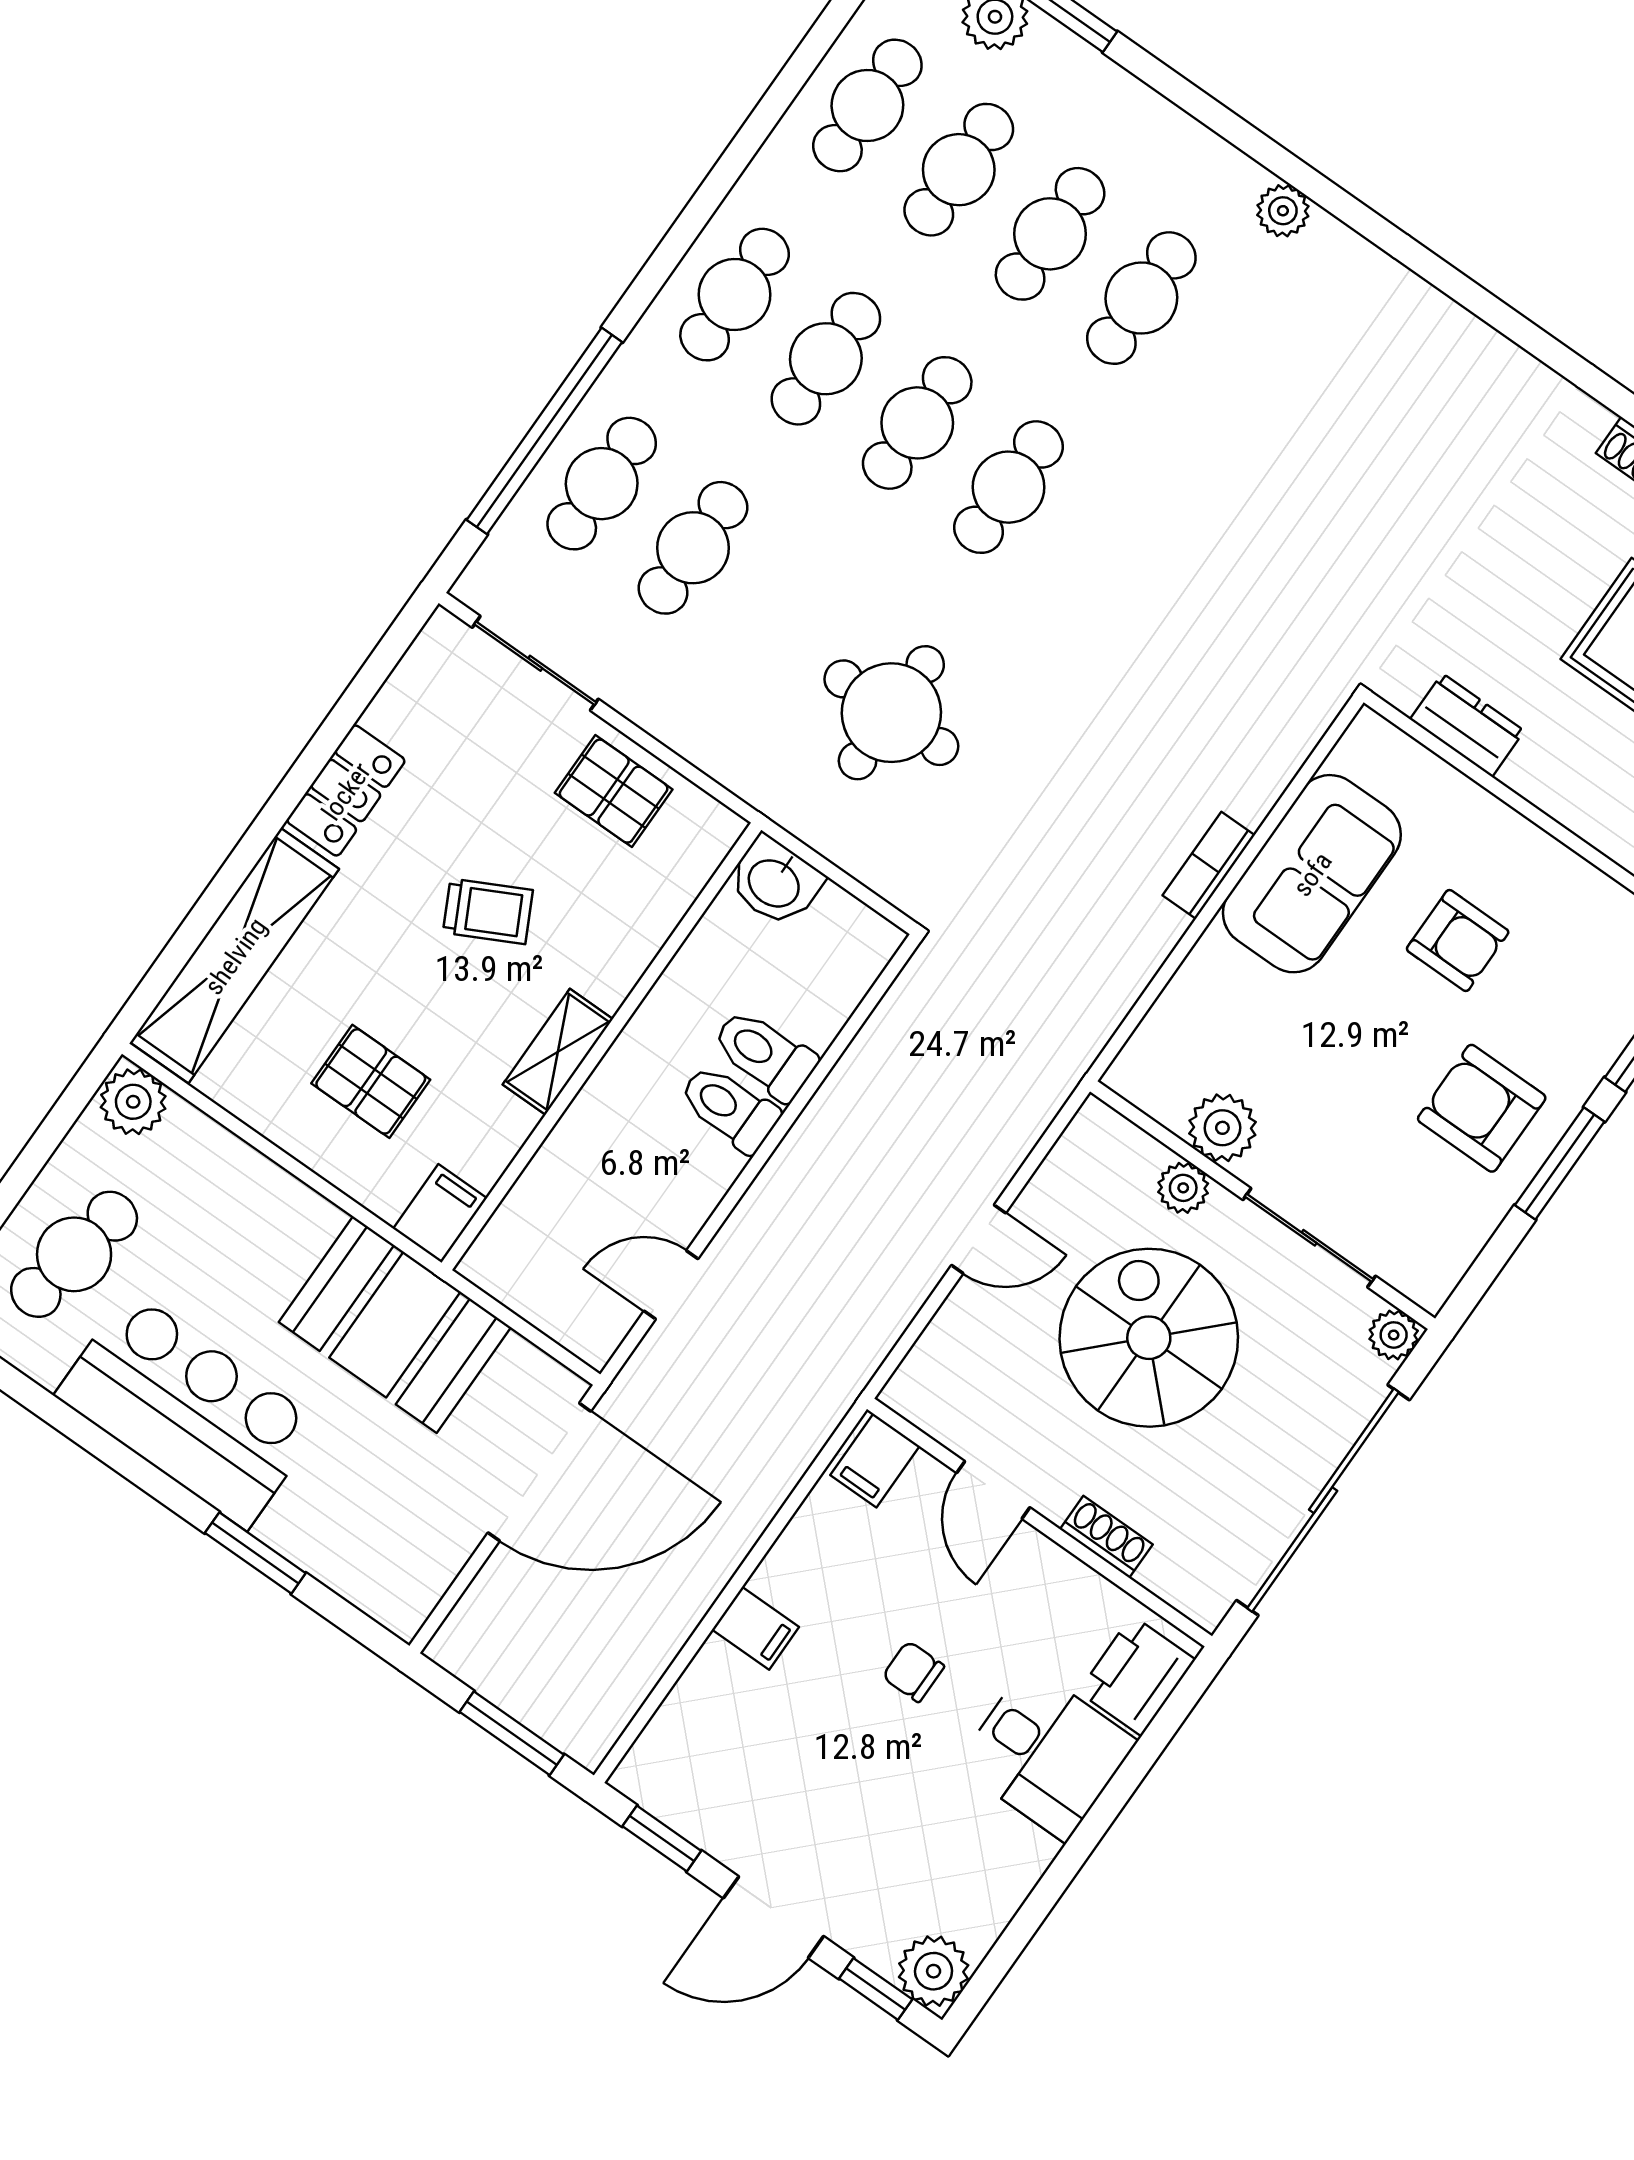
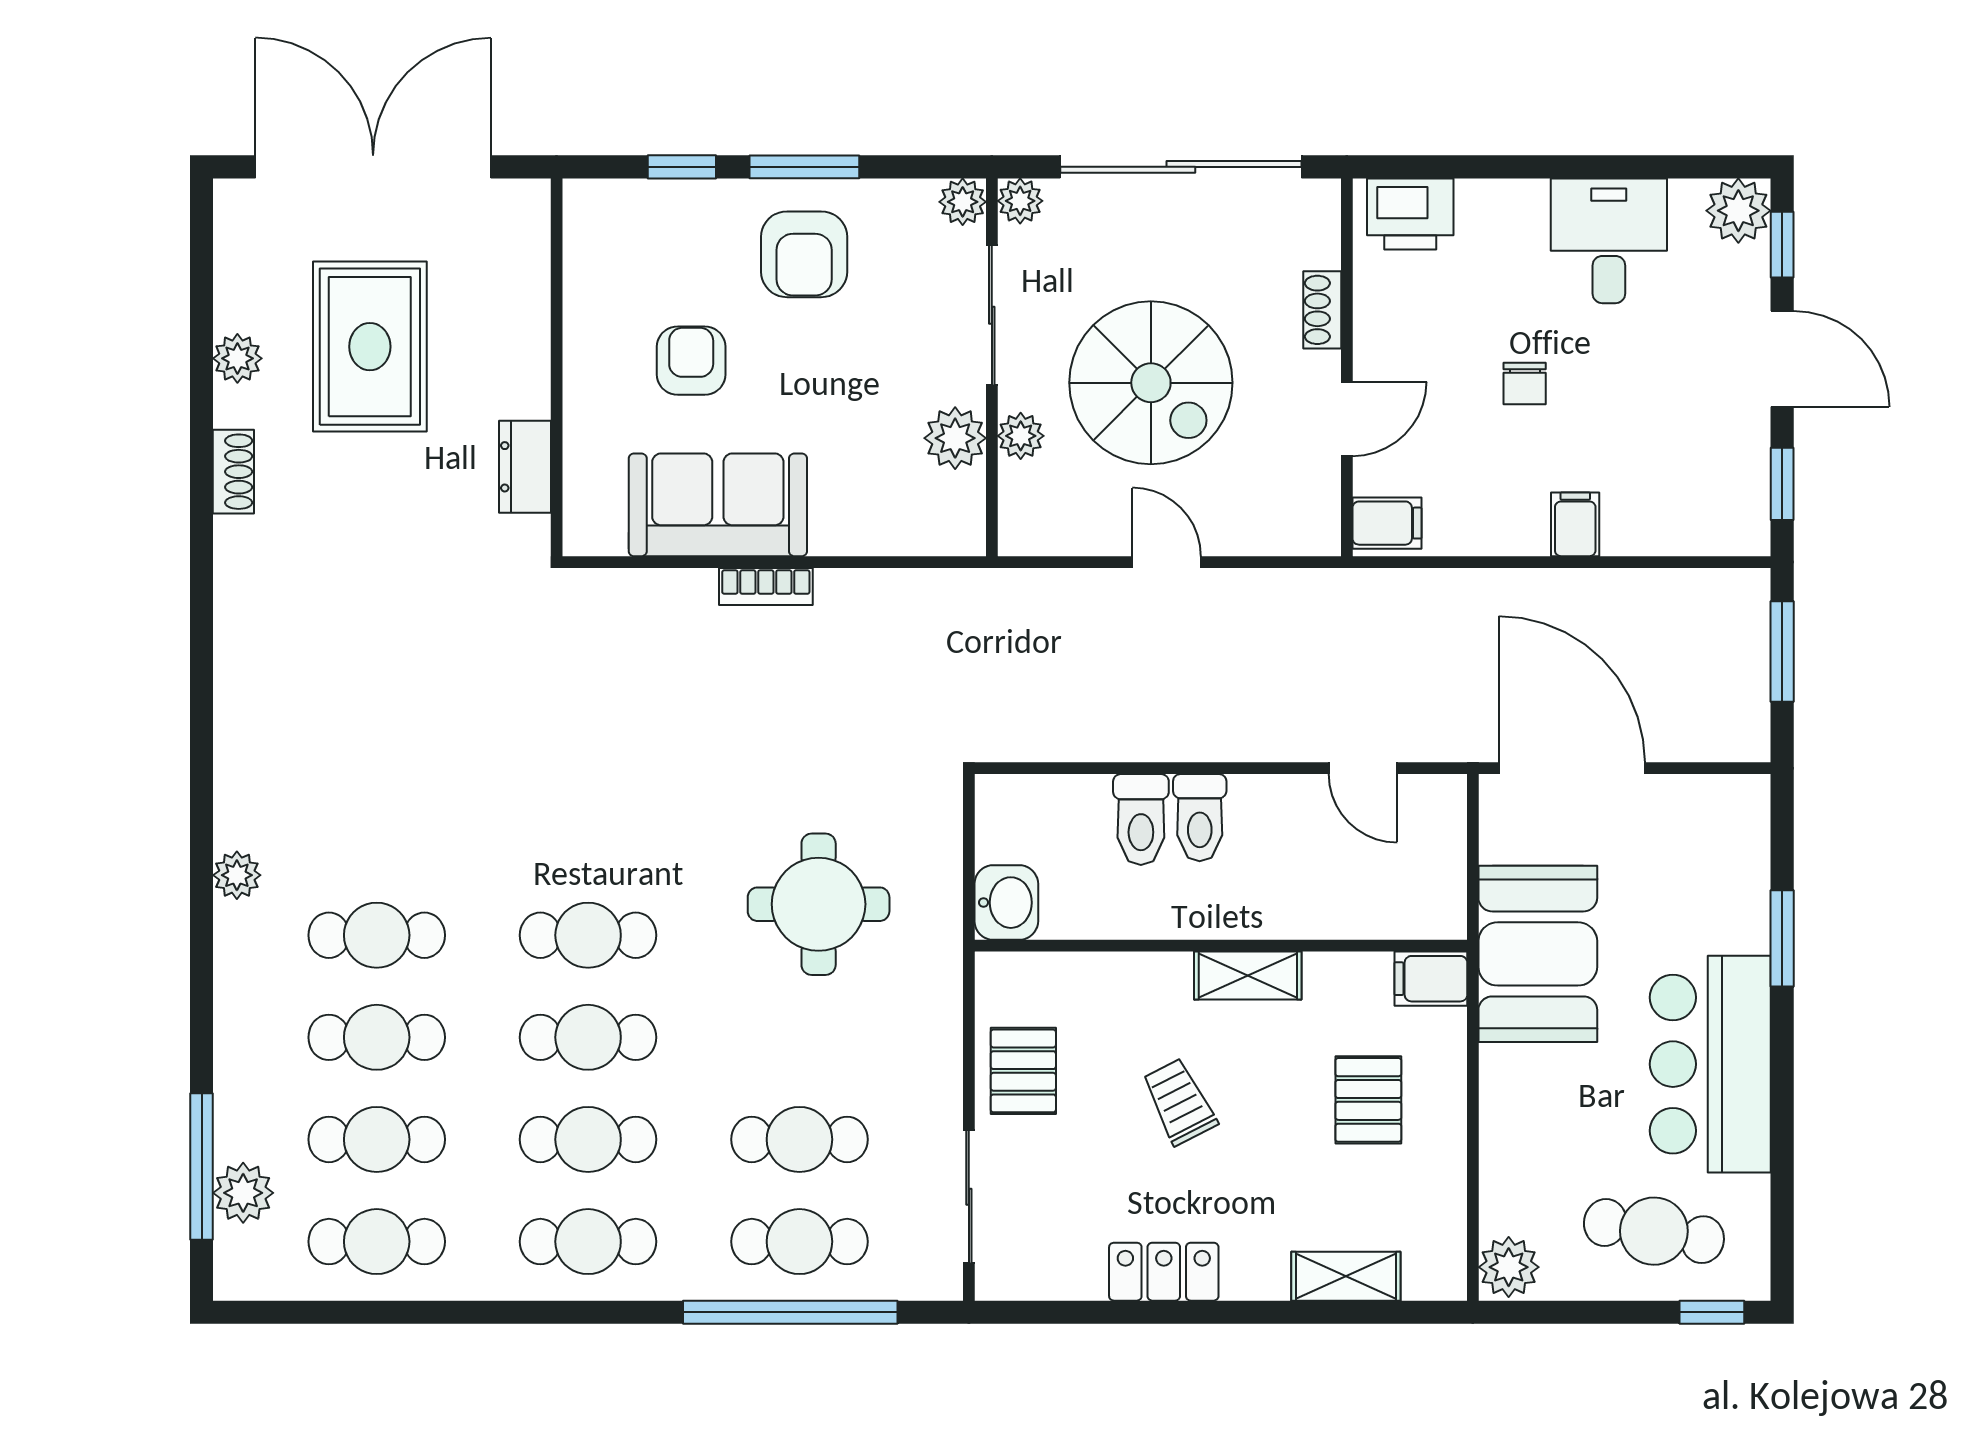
shelving: (235, 956) -> (1346, 1276), width x0.45, depth x0.75
plant: (1429, 1283) -> (963, 202), added
spiral stairs: (1149, 1338) -> (1151, 383), turned -90
desk: (1046, 1753) -> (1609, 241), moved

